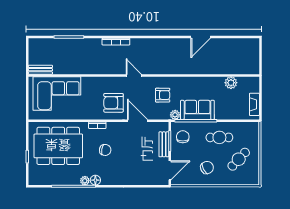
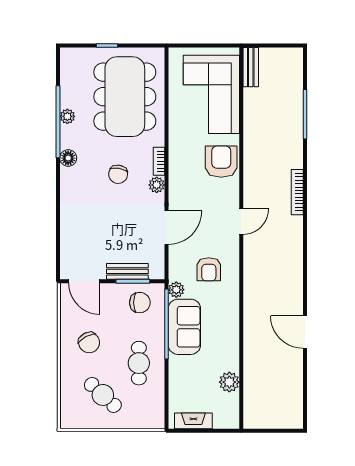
armchair: (113, 103) -> (221, 162), moved
plant: (112, 127) -> (157, 185), added
plant: (85, 181) -> (67, 116), moved

